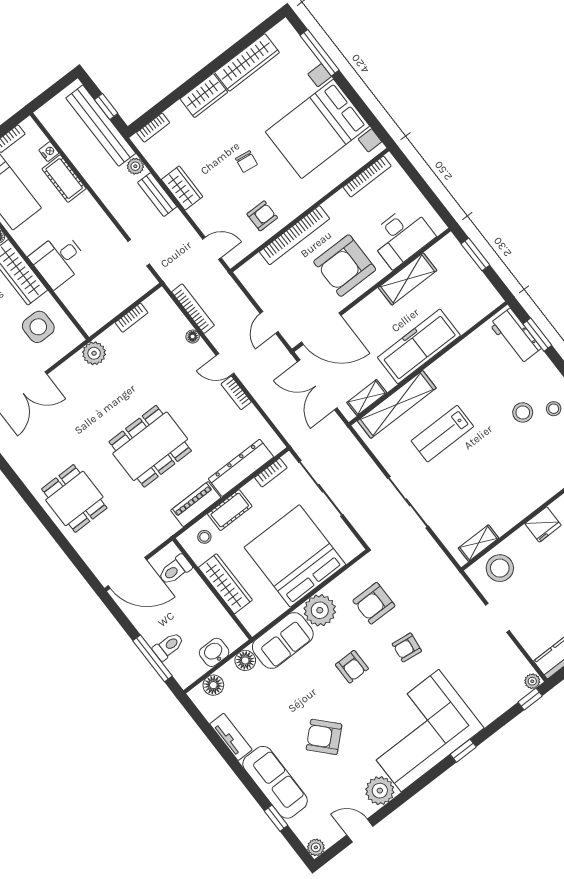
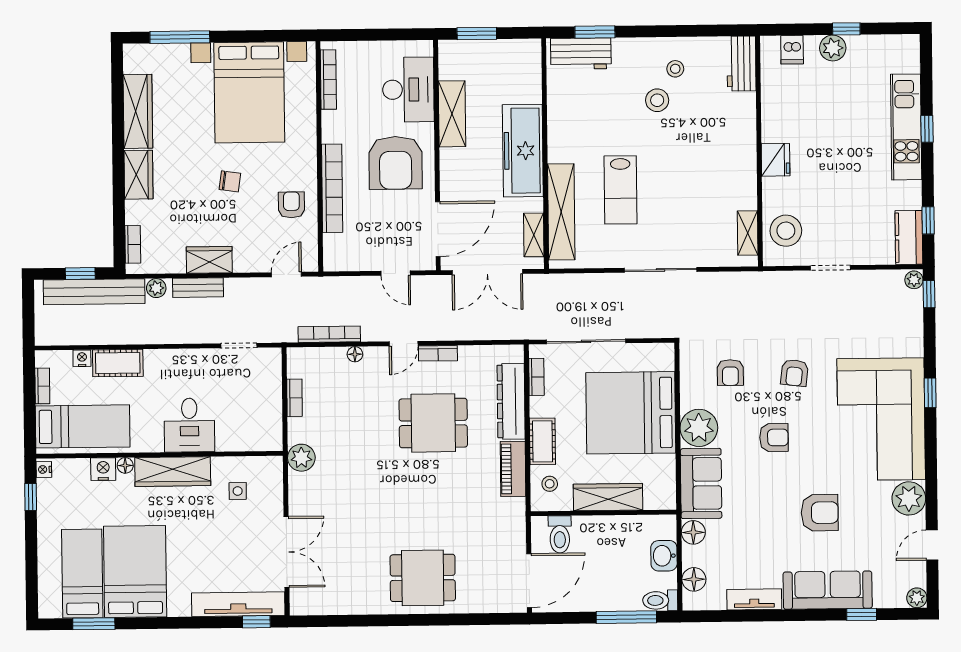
side table: (38, 327) -> (238, 491), width x0.54, depth x0.54
dining table: (150, 446) -> (433, 423), moved, width x0.73
armchair: (374, 603) -> (730, 373), width x0.72, depth x0.72
toilet: (168, 646) -> (660, 600), moved, turned -90
armchair: (324, 737) -> (820, 513), turned -137

